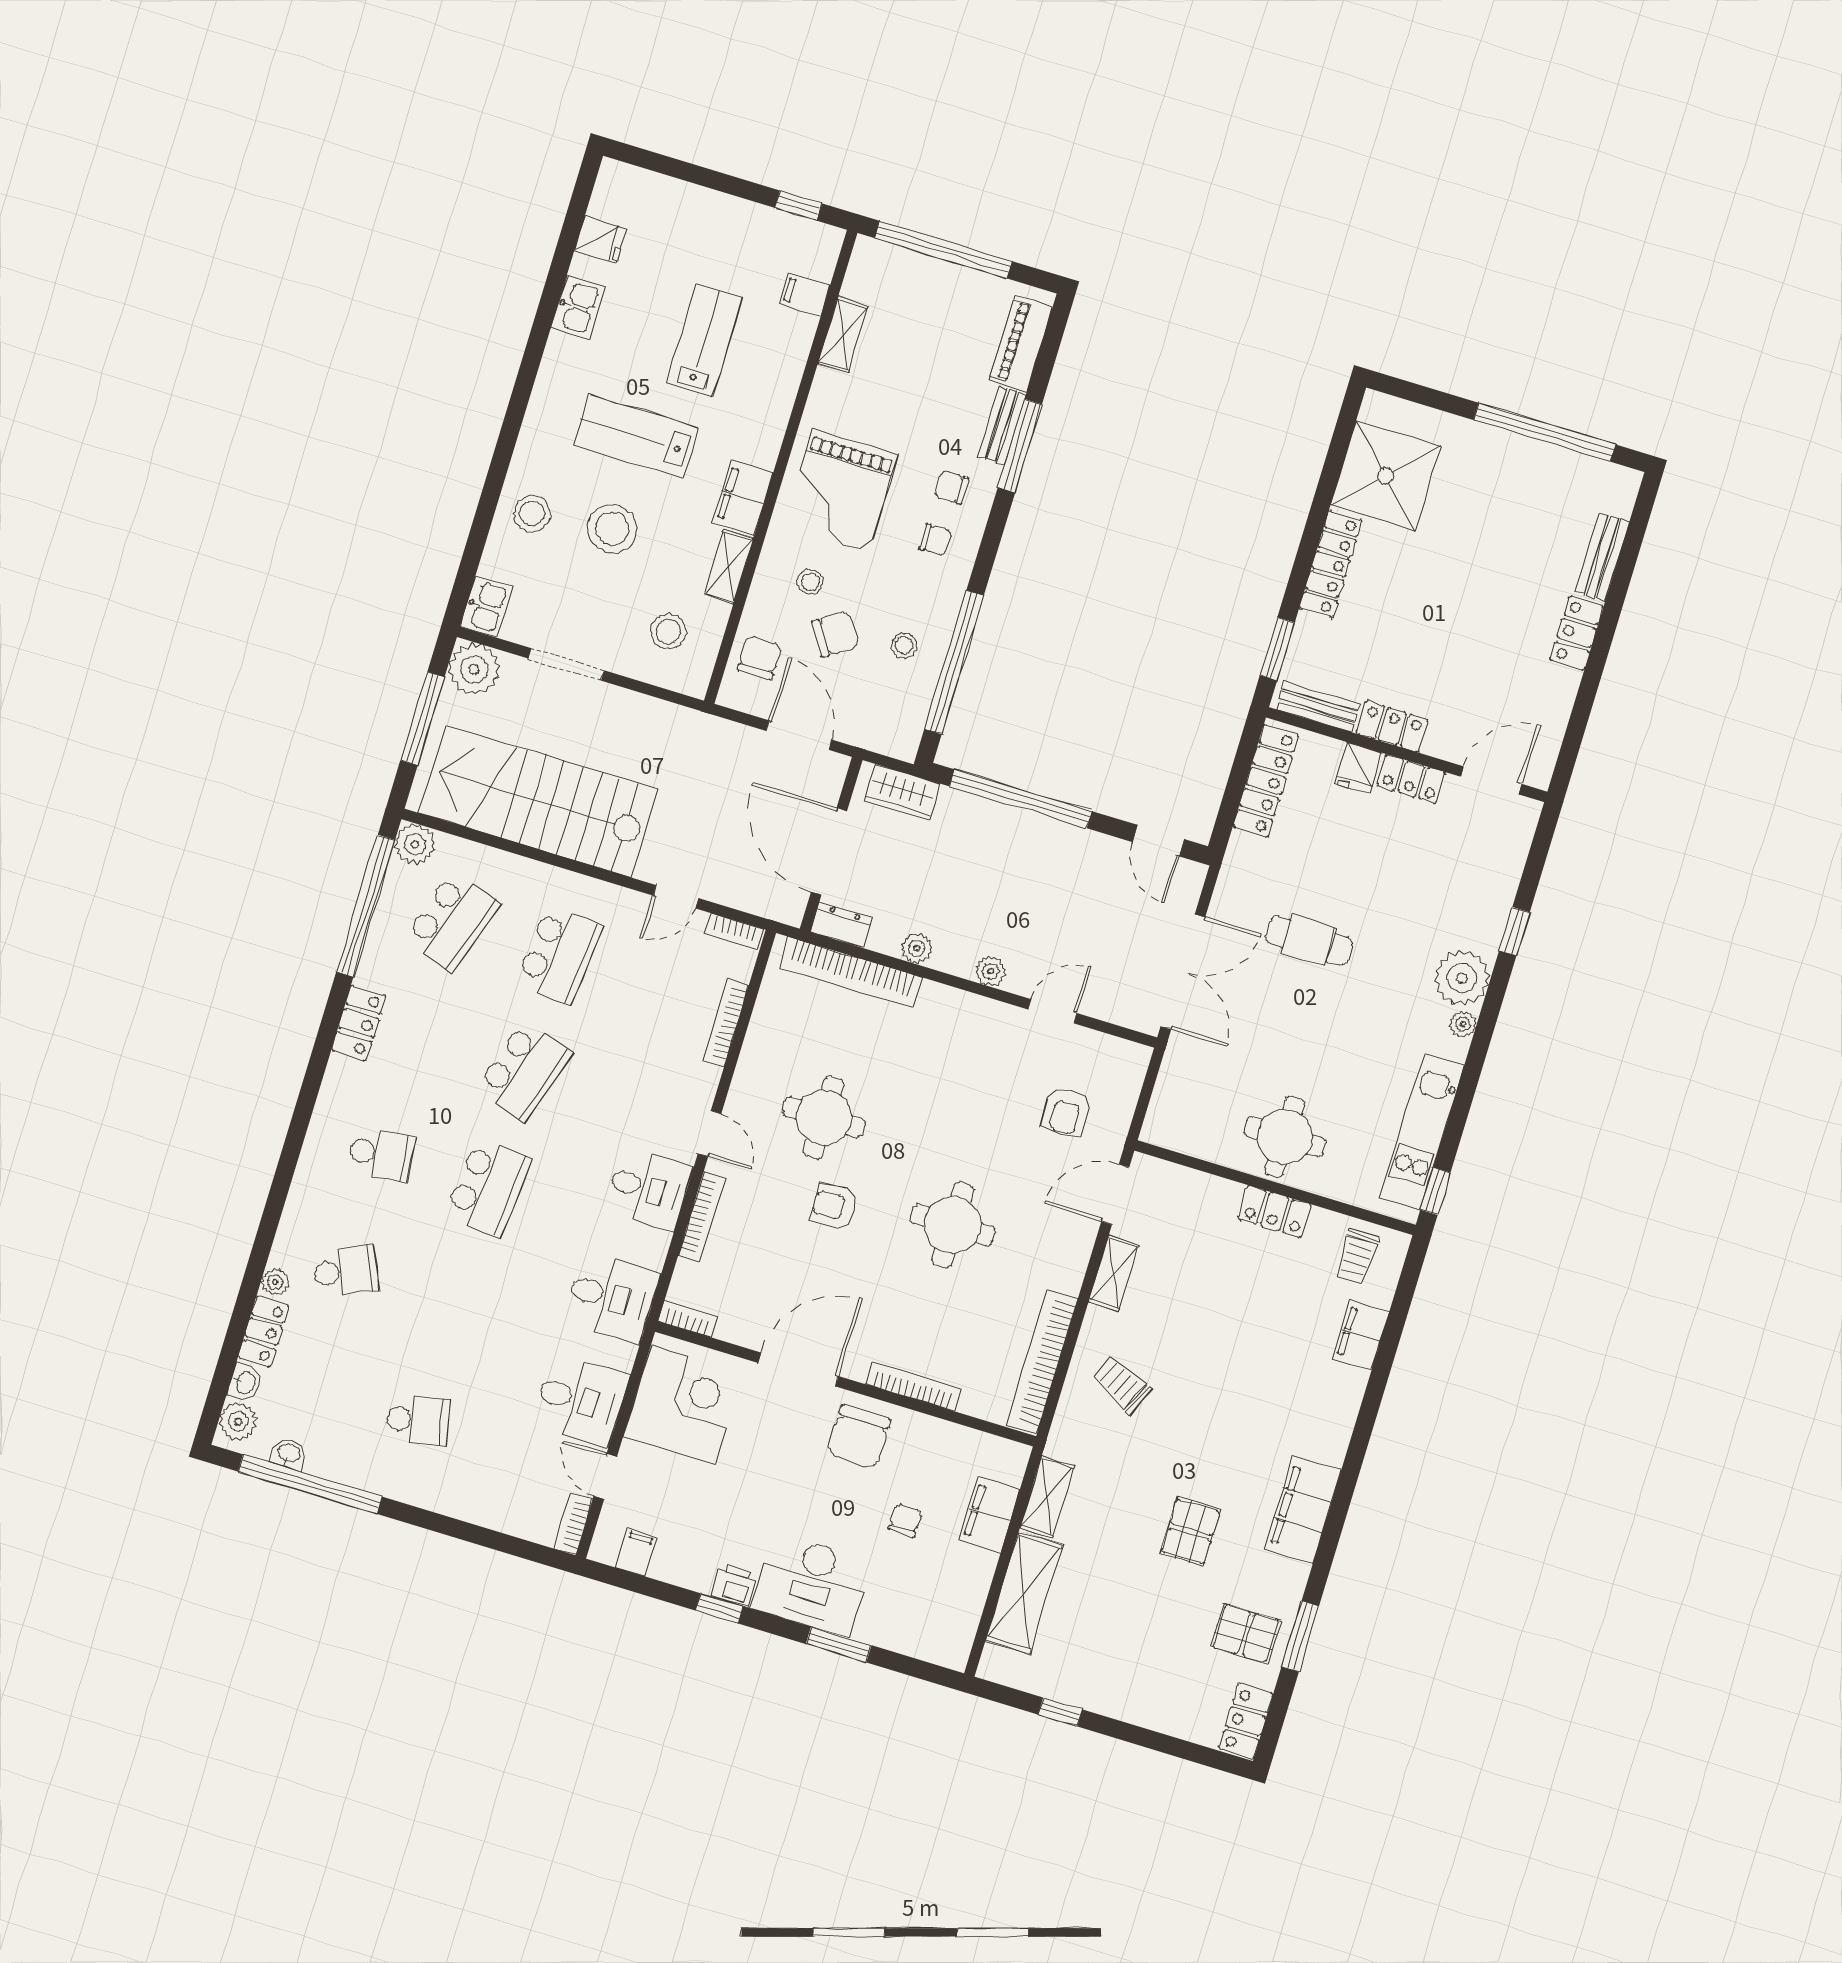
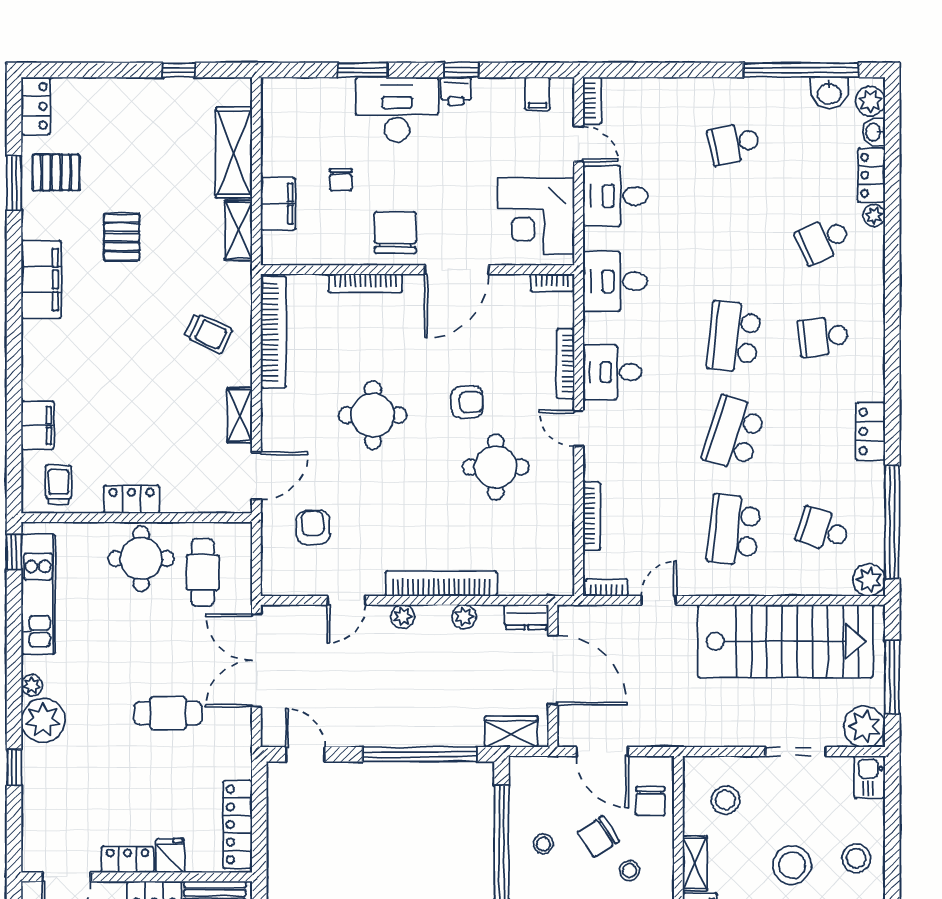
school desk: (452, 922) -> (823, 530), width x0.54
bookcase: (851, 972) -> (441, 583), moved
cafe table: (1216, 1097) -> (203, 573), added
washbasin: (289, 1454) -> (829, 93), width x1.38, depth x1.45

